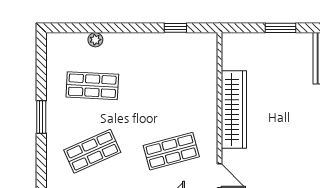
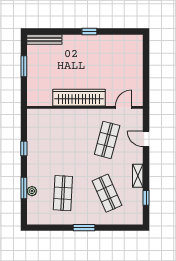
window: (100, 28) -> (24, 188), added
window: (175, 28) -> (24, 148), moved
shop shelf: (171, 151) -> (107, 140), turned 30

